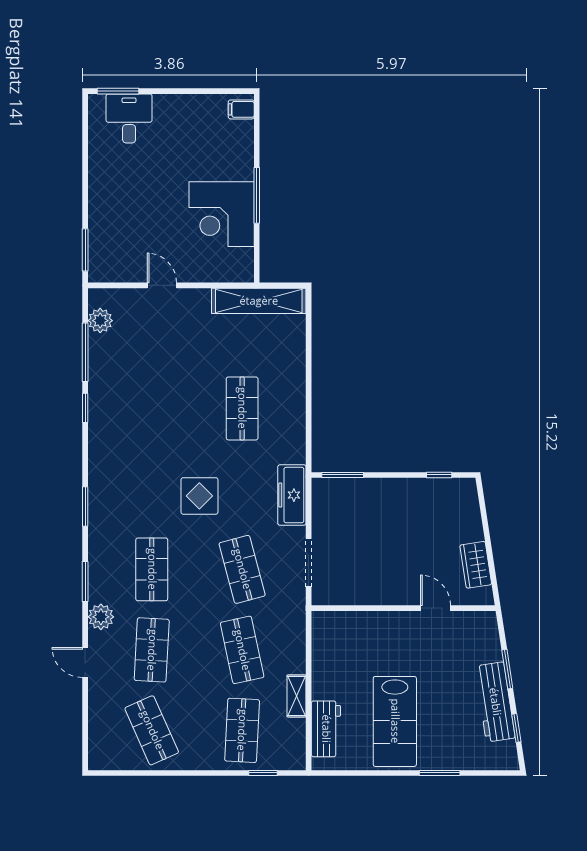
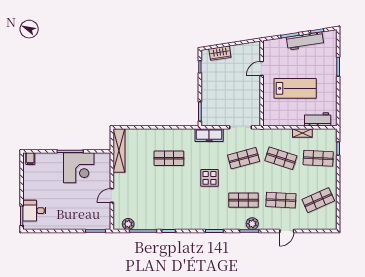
wardrobe: (476, 565) -> (220, 53), moved
plant: (101, 617) -> (252, 224), moved
shop shelf: (242, 650) -> (281, 158), turned 30
lab bench: (395, 721) -> (295, 88), moved

